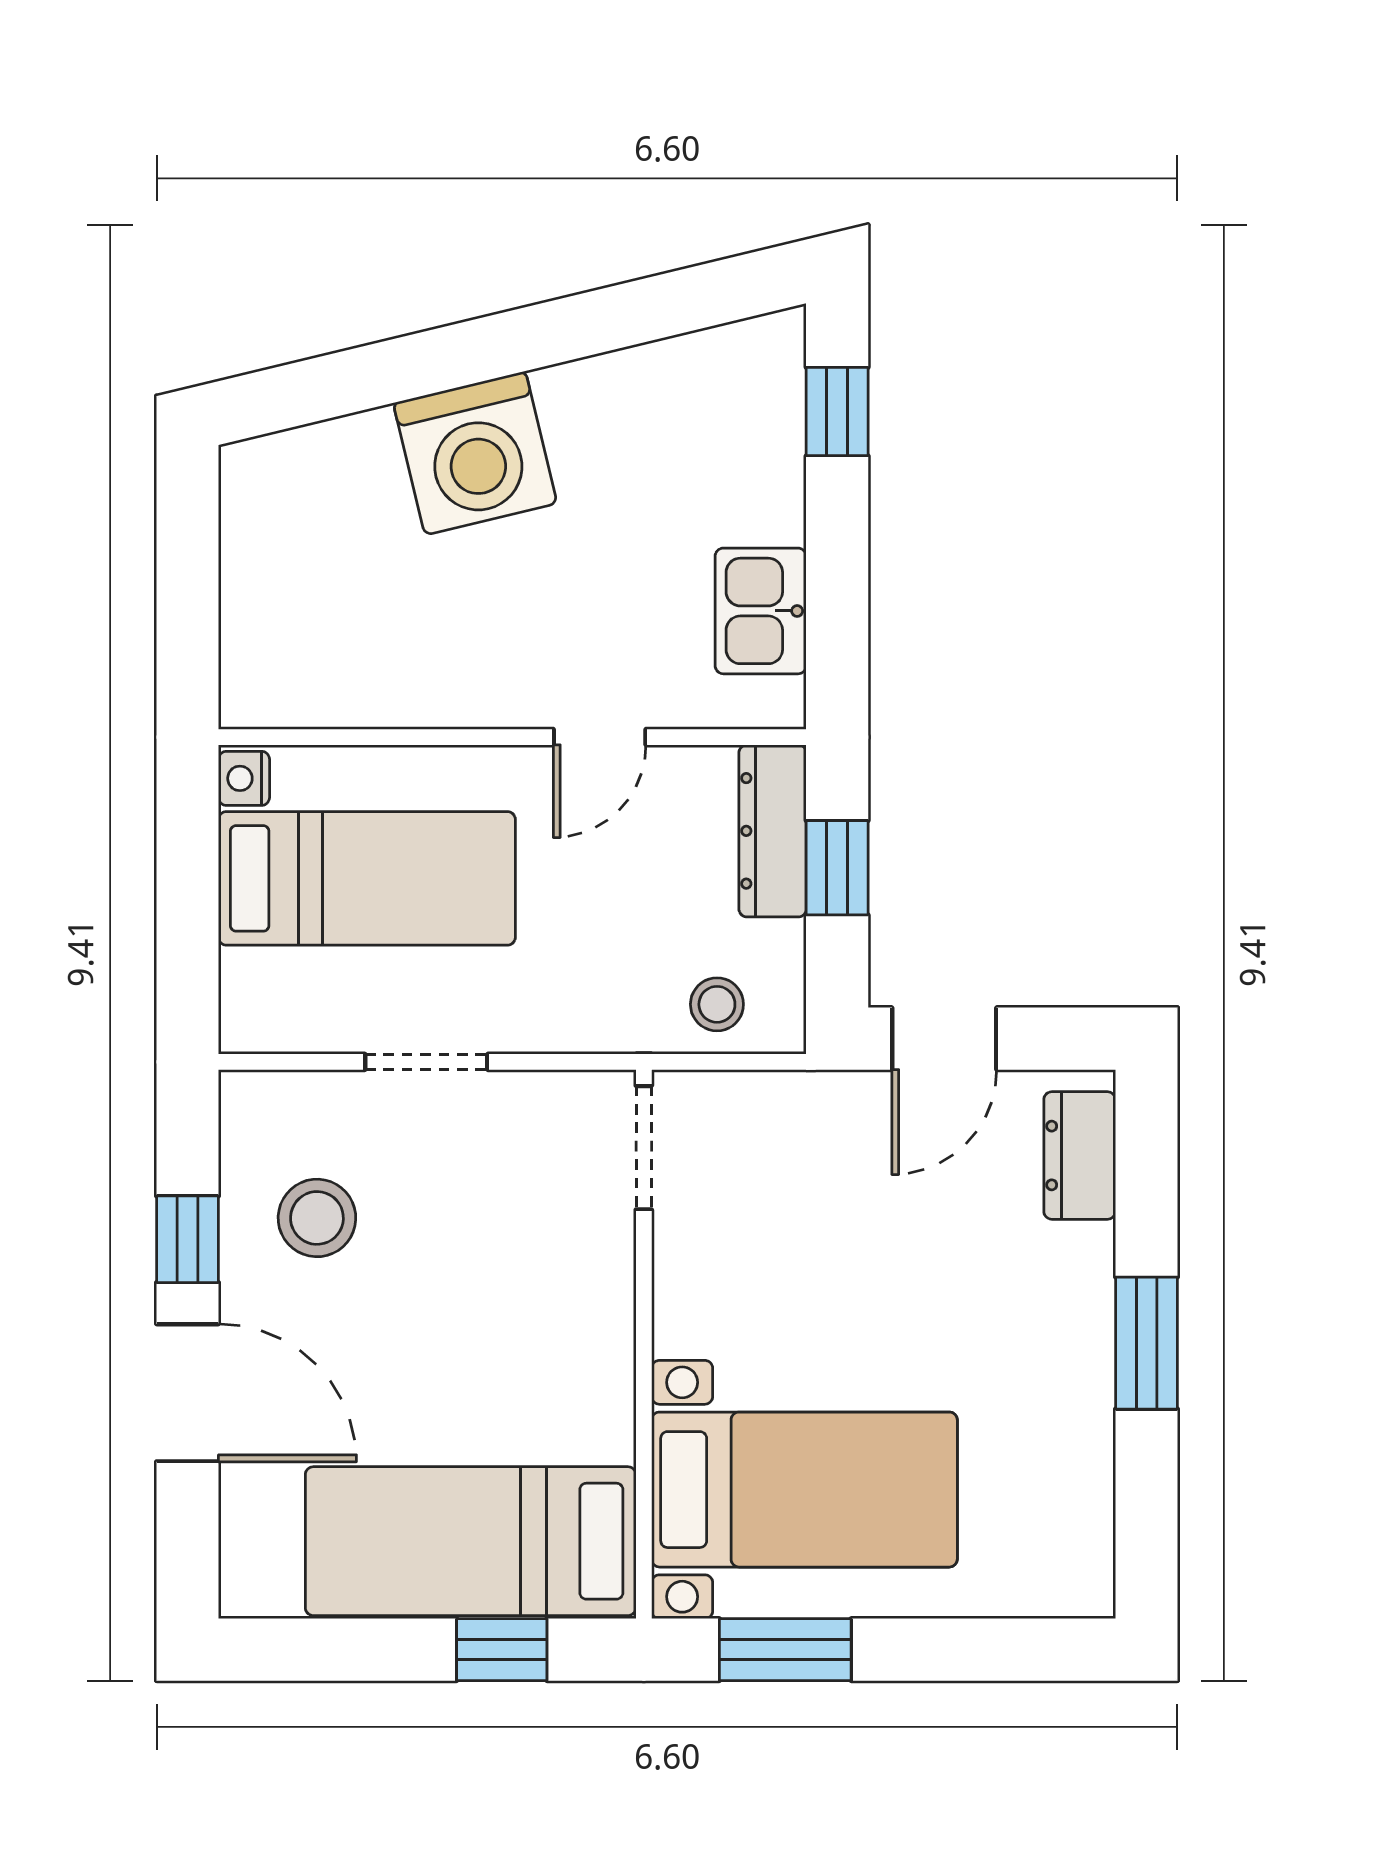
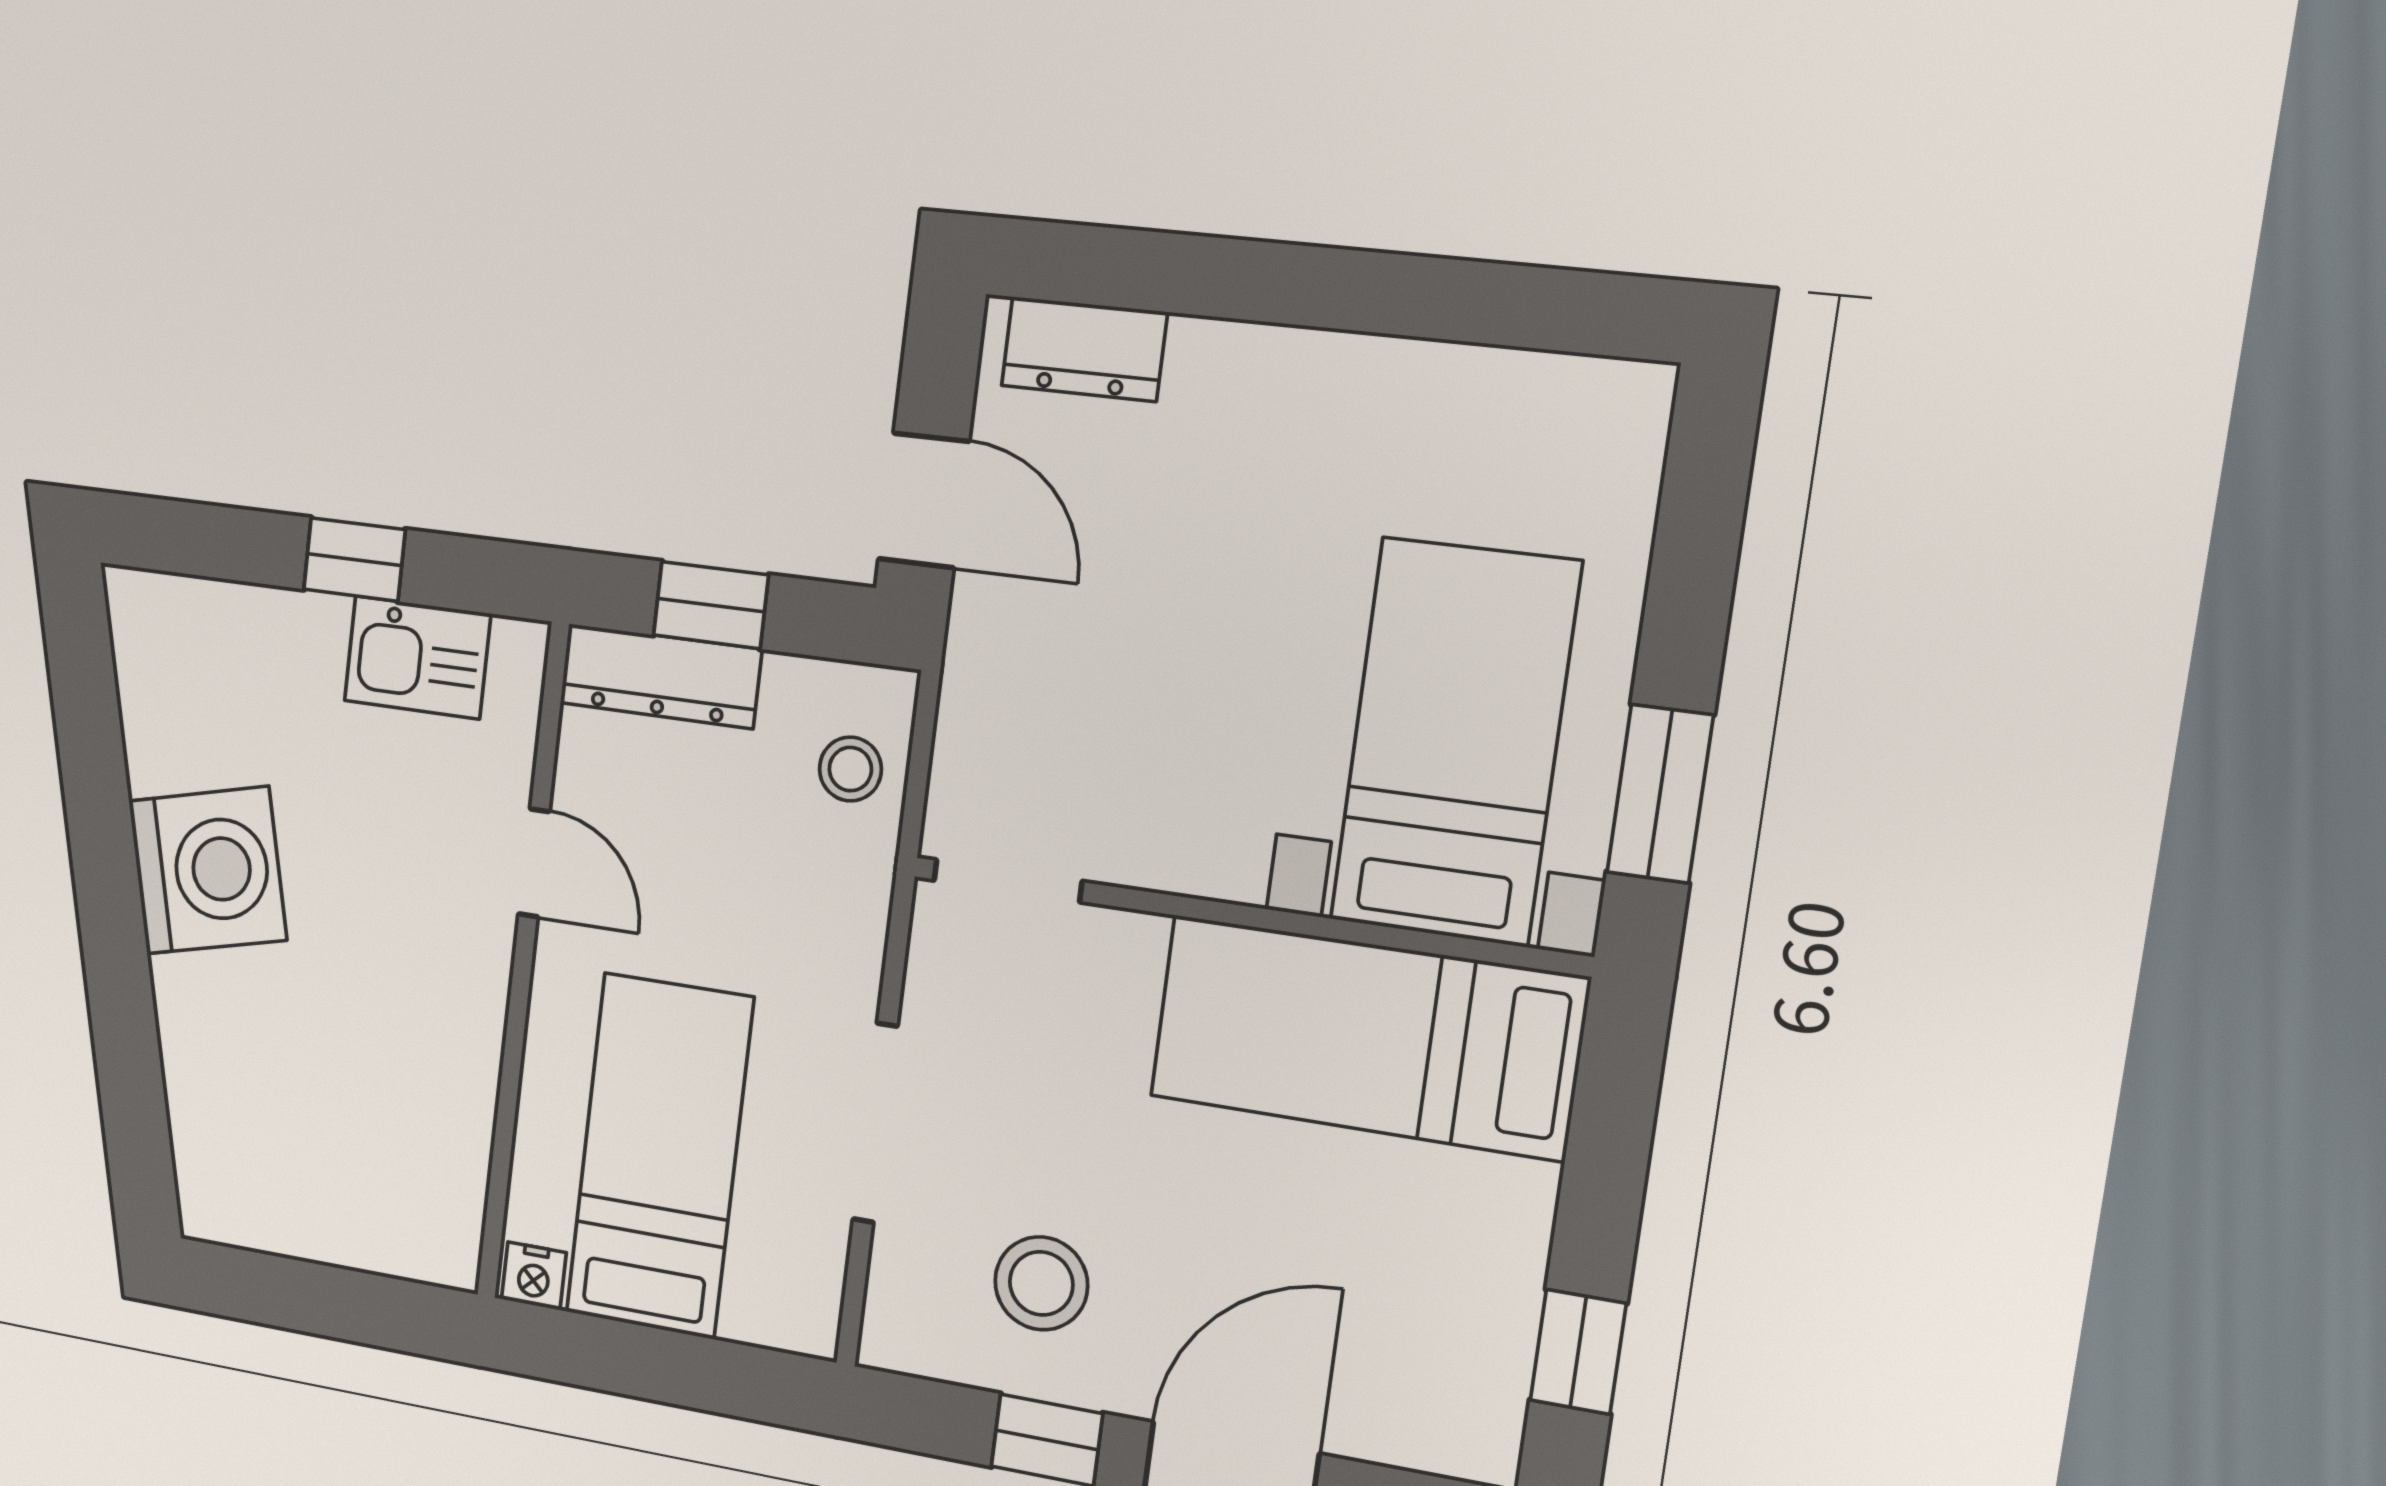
window: (837, 412) -> (354, 560), moved
washing machine: (475, 453) -> (208, 870), moved
doorway: (426, 1062) -> (875, 1123), width x1.38
window: (1147, 1343) -> (1328, 288), removed
bed: (471, 1541) -> (1367, 1037), moved, turned 90
window: (502, 1650) -> (1578, 1352), moved

